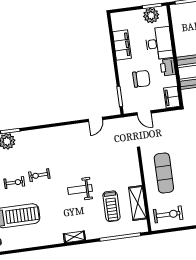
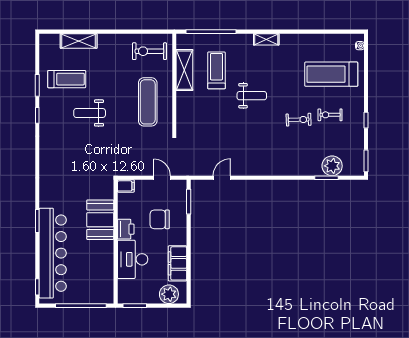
plant: (151, 15) -> (169, 294), moved
filing cabinet: (172, 97) -> (126, 186), width x0.50

